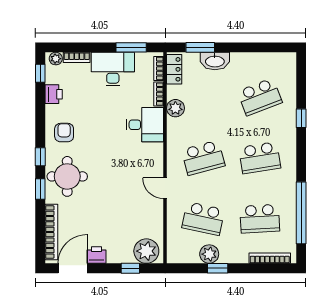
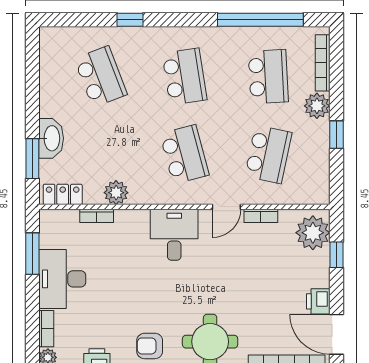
bookcase: (159, 68) -> (261, 216), moved
desk: (145, 125) -> (174, 235), moved
plant: (209, 254) -> (317, 106), moved

